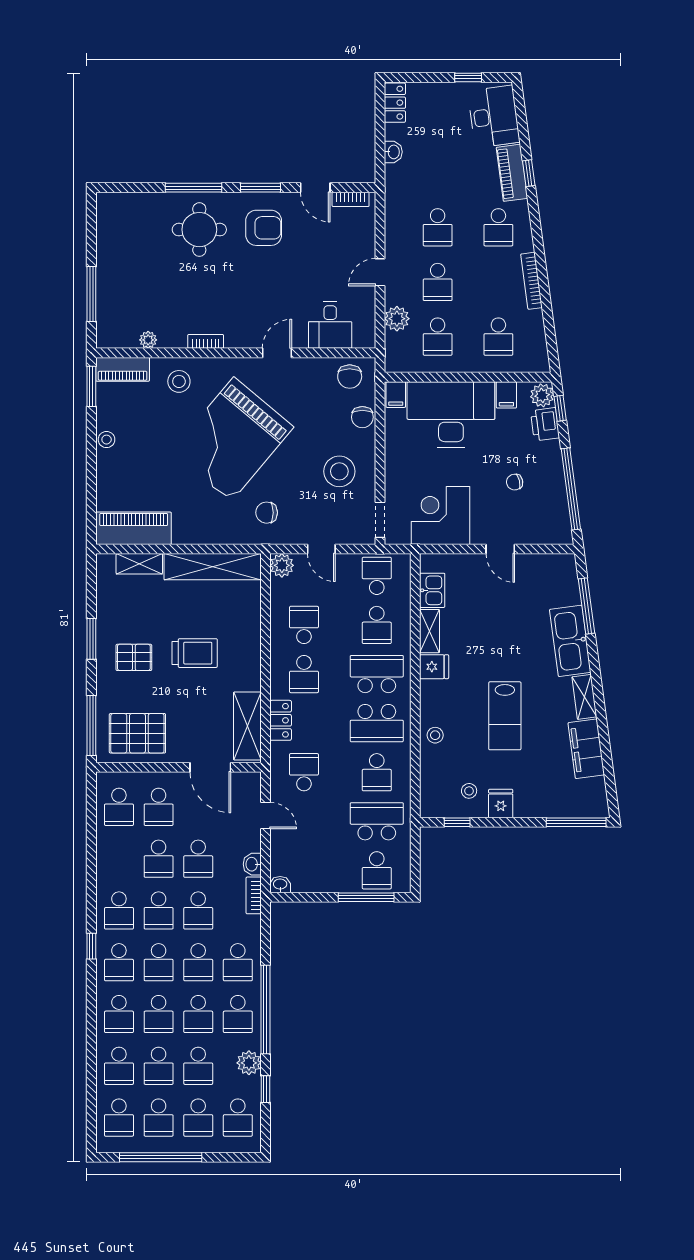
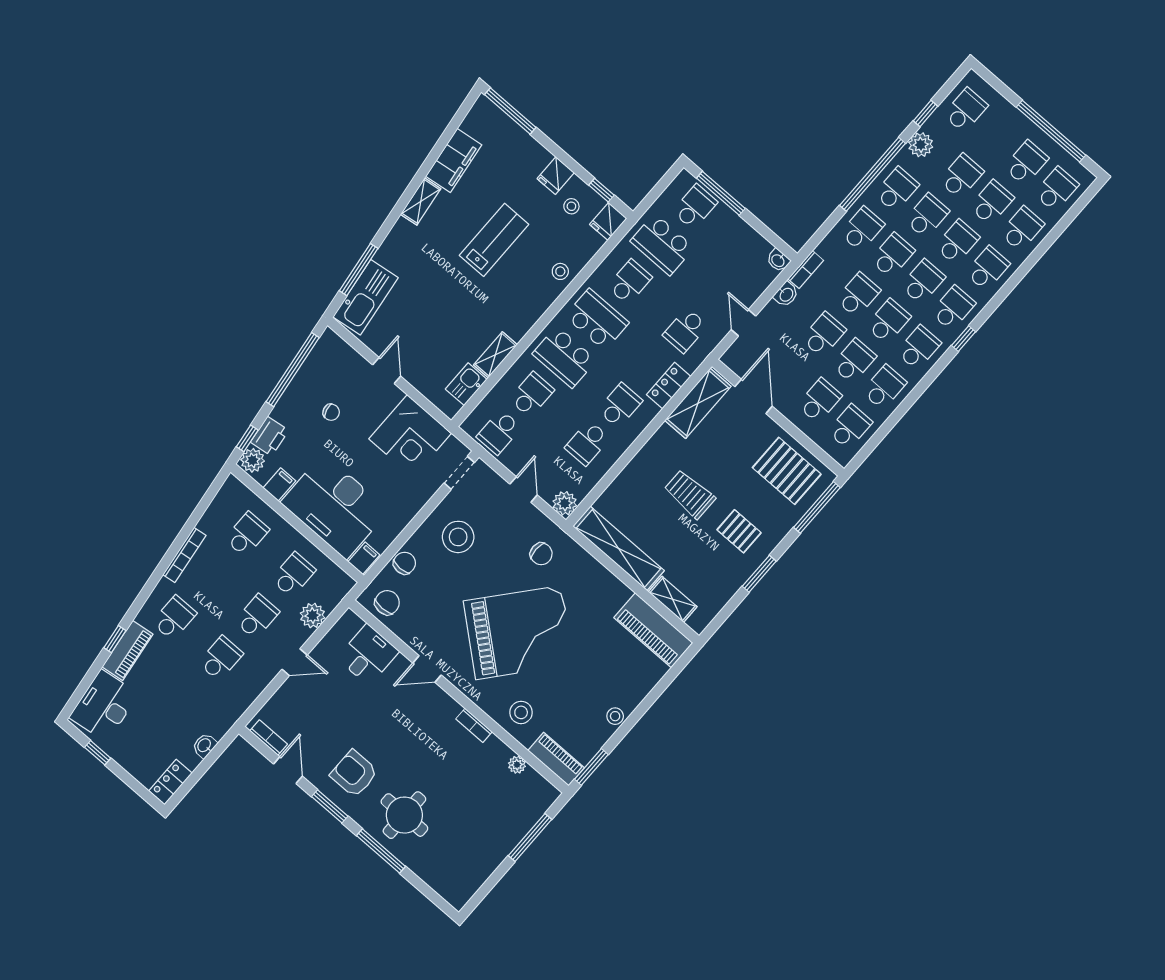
kitchen sink: (570, 641) -> (366, 297), moved
fridge: (434, 667) -> (608, 221), moved, turned -90
school desk: (198, 1118) -> (884, 387), moved

